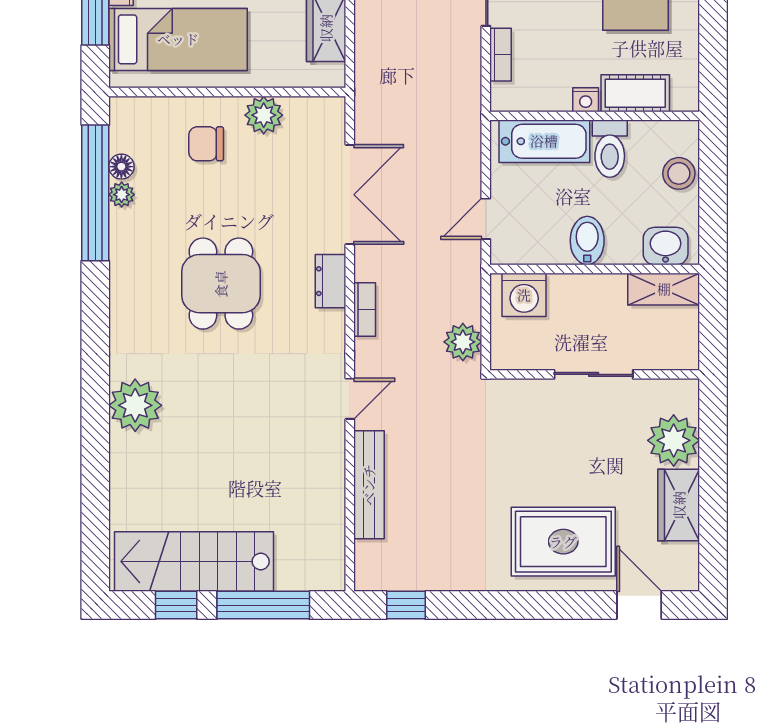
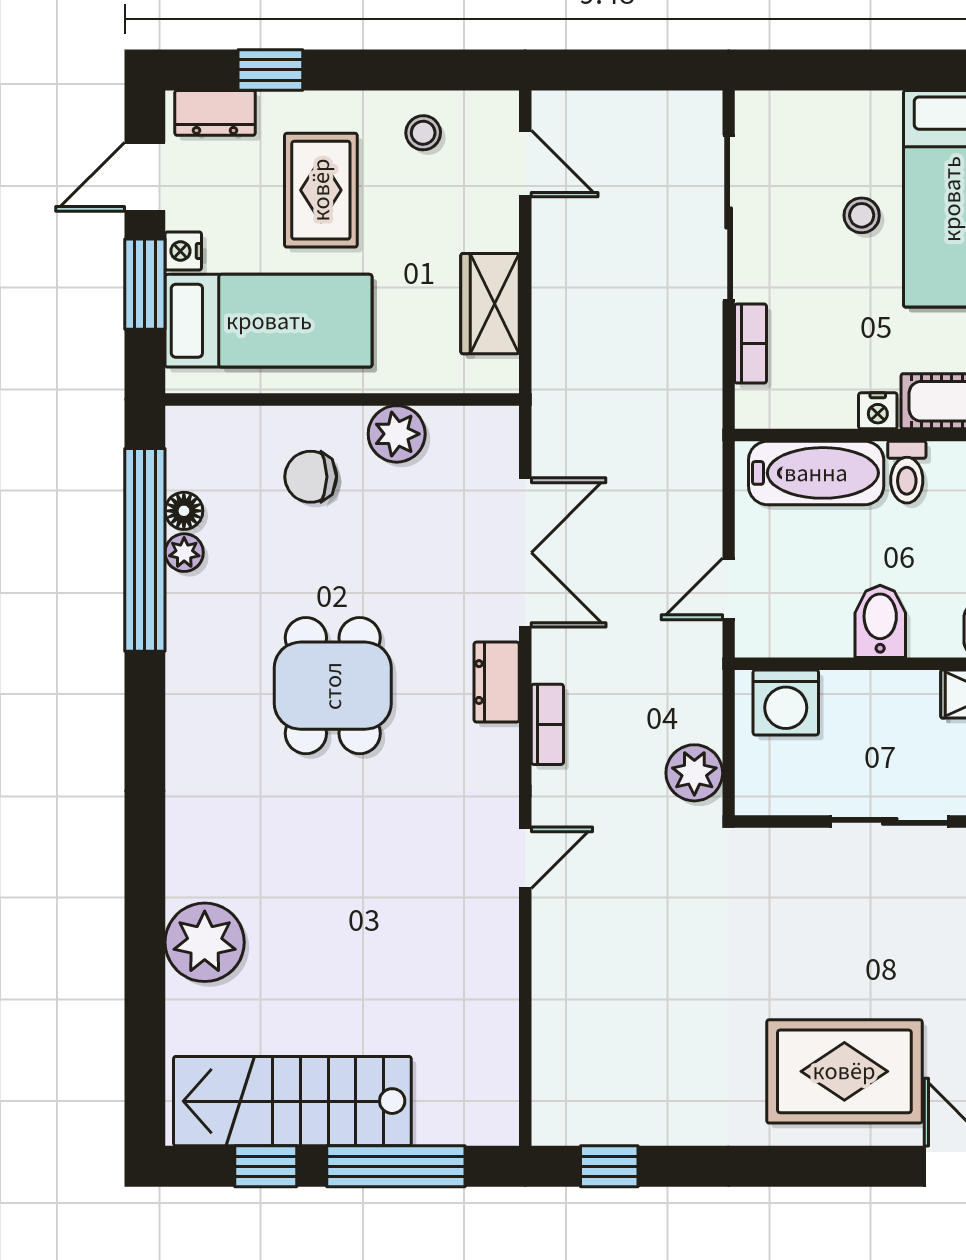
toilet: (610, 149) -> (907, 472), width x0.73, depth x0.72
plant: (135, 405) -> (205, 942), moved
bench: (369, 485) -> (554, 986), removed

